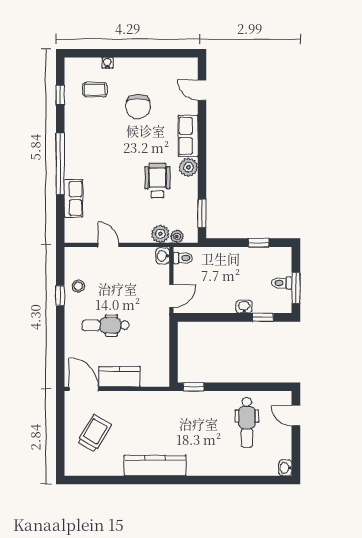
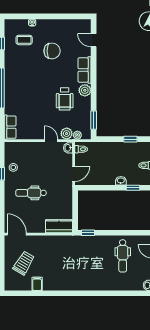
chair: (138, 107) -> (52, 51), turned -90
wheelchair: (157, 180) -> (65, 99), turned 180
row of seats: (73, 198) -> (10, 127), moved
door: (108, 245) -> (51, 141), moved
kitchen counter: (120, 377) -> (59, 226), moved
filing cabinet: (115, 465) -> (37, 284), added
kitchen counter: (155, 466) -> (63, 284), removed

